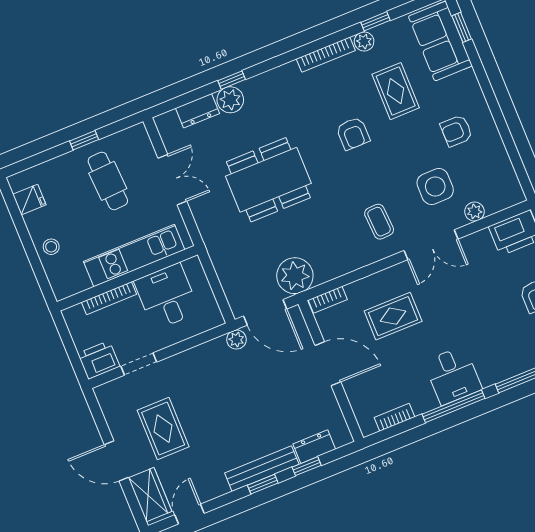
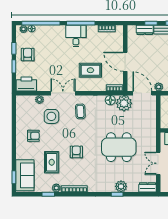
dresser: (198, 111) -> (148, 187), moved
floor lamp: (326, 271) -> (110, 100), added

